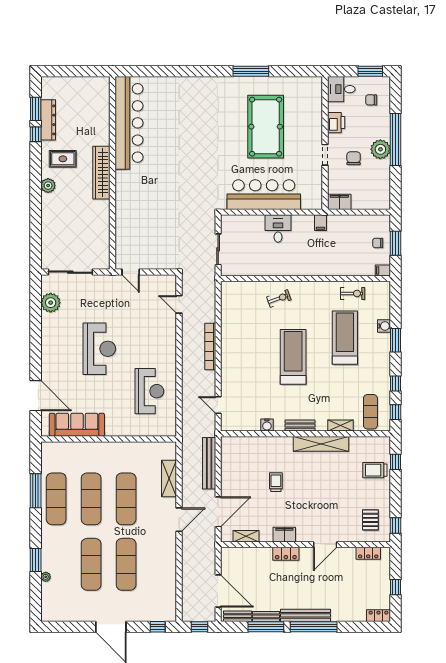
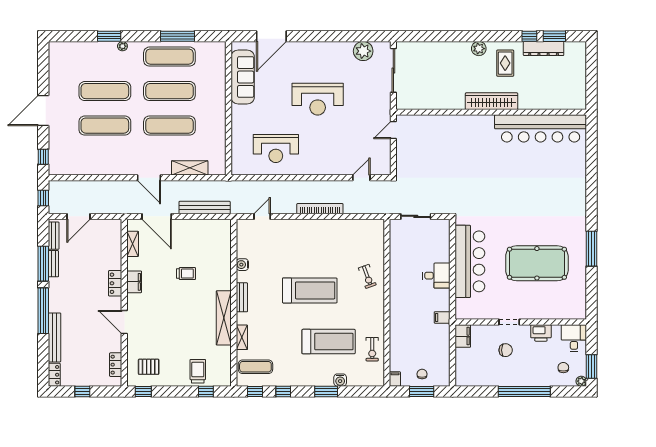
plant: (380, 149) -> (581, 381), moved, width x0.53, depth x0.53
plant: (46, 577) -> (122, 46), moved
door: (218, 591) -> (78, 216), width x0.73
bench: (305, 615) -> (54, 337), moved

